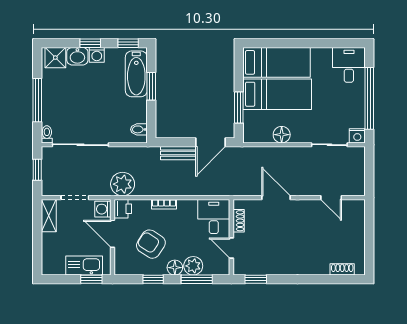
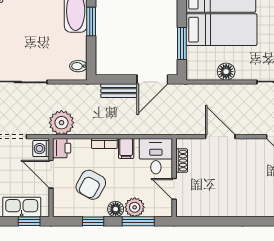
filing cabinet: (185, 209) -> (126, 148), added
armchair: (151, 244) -> (91, 185), turned -94
window: (256, 279) -> (199, 221), removed

